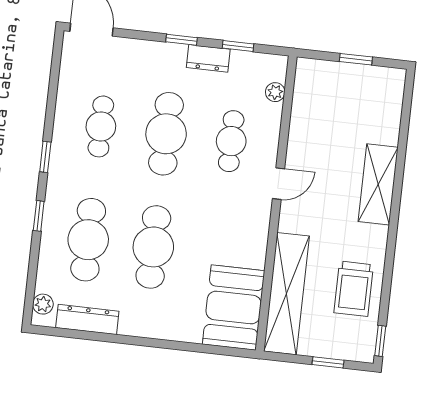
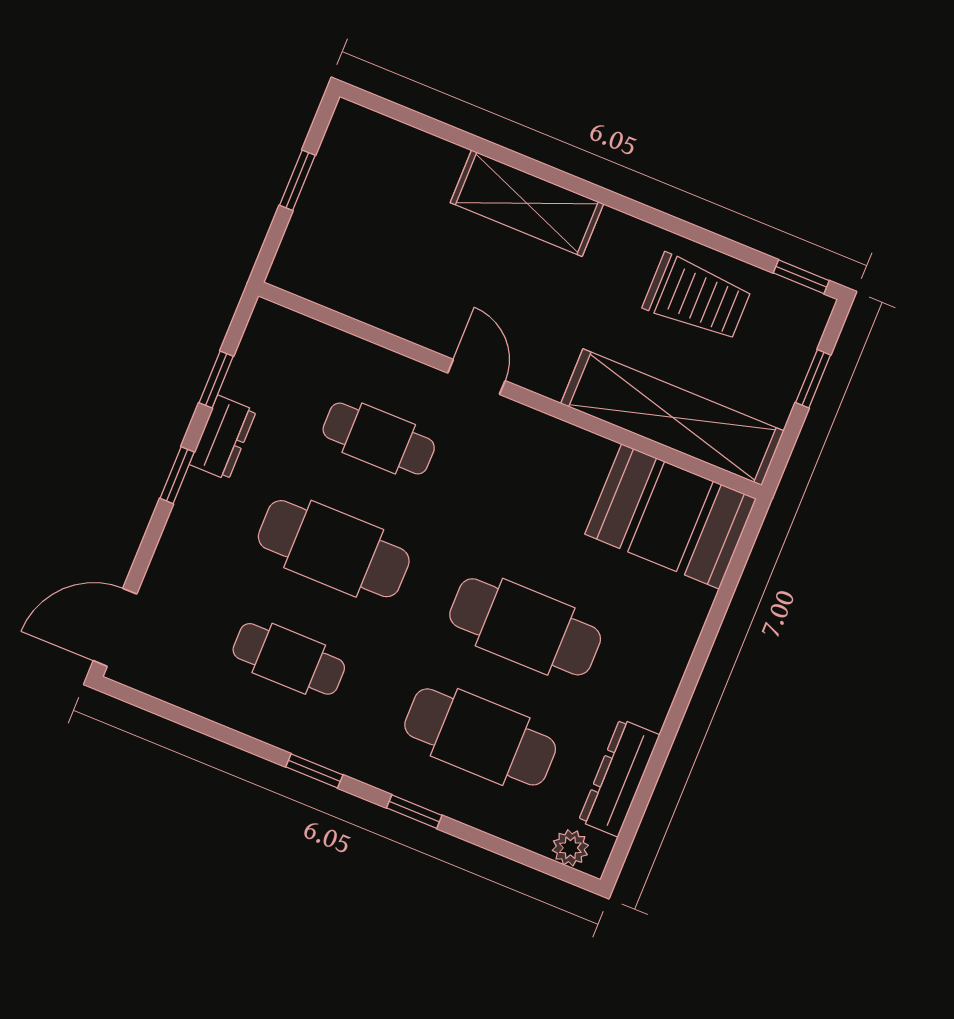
plant: (275, 92) -> (315, 337), removed

